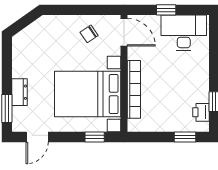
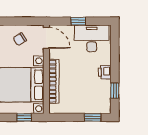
printer: (201, 112) -> (105, 72), moved

